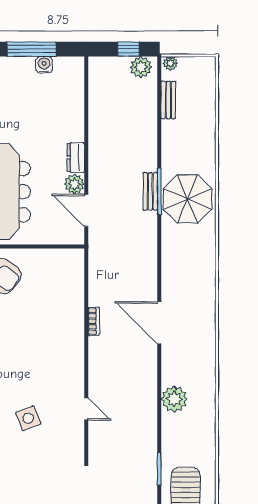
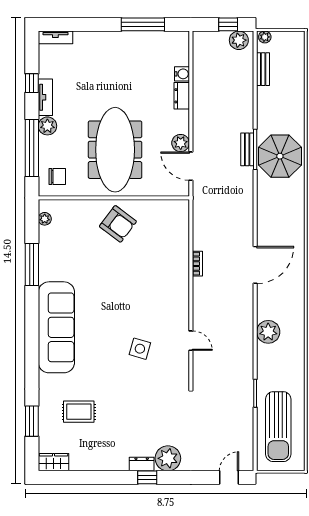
water cooler: (44, 65) -> (182, 74), moved, turned 90
dresser: (76, 157) -> (182, 96), moved
door: (159, 323) -> (255, 265), swing flipped
side table: (28, 418) -> (140, 349), turned 38

